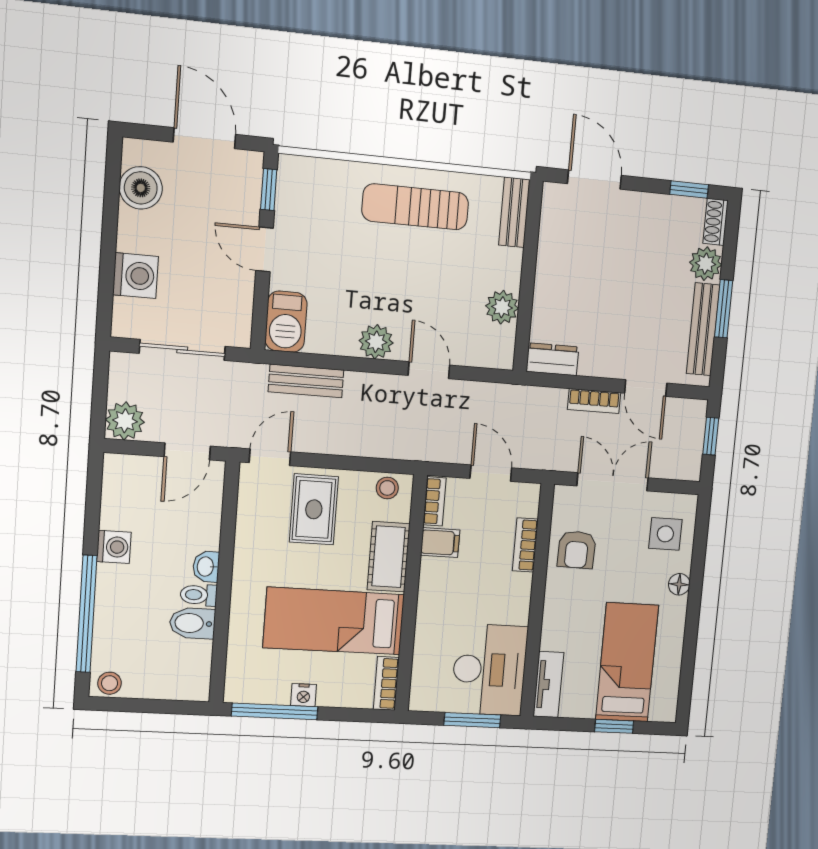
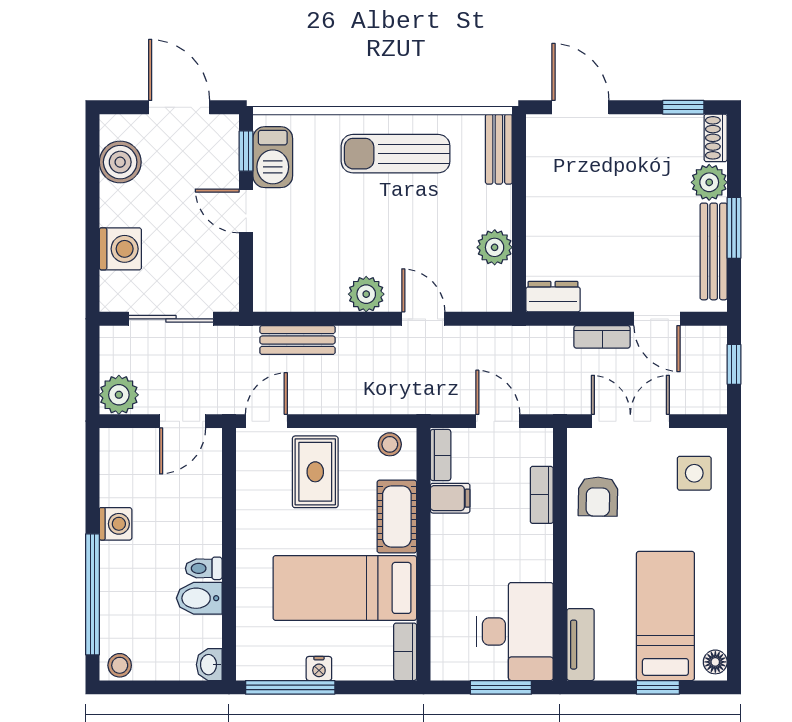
barbecue: (286, 322) -> (273, 157), moved
washbasin: (206, 567) -> (209, 665), moved
floor lamp: (679, 584) -> (715, 662), moved

